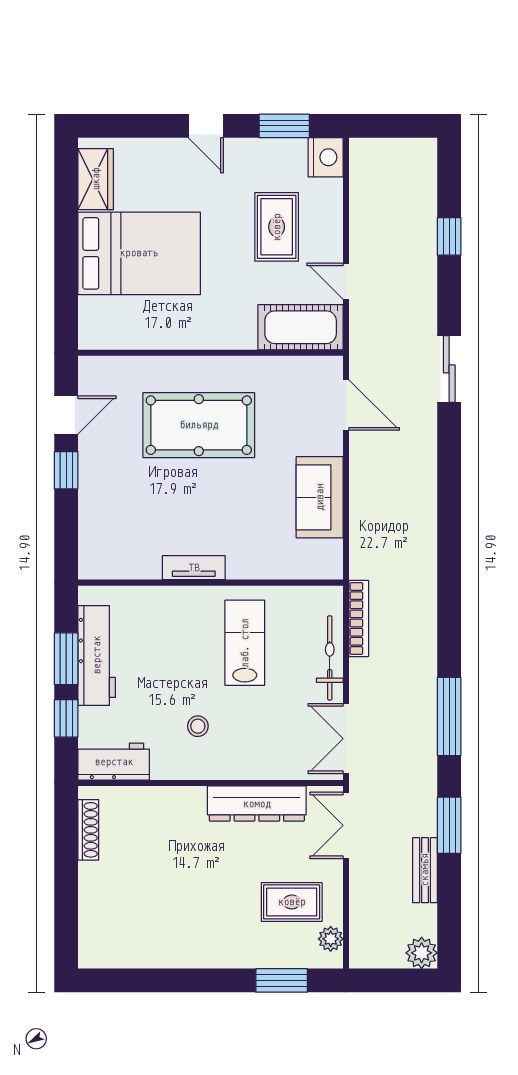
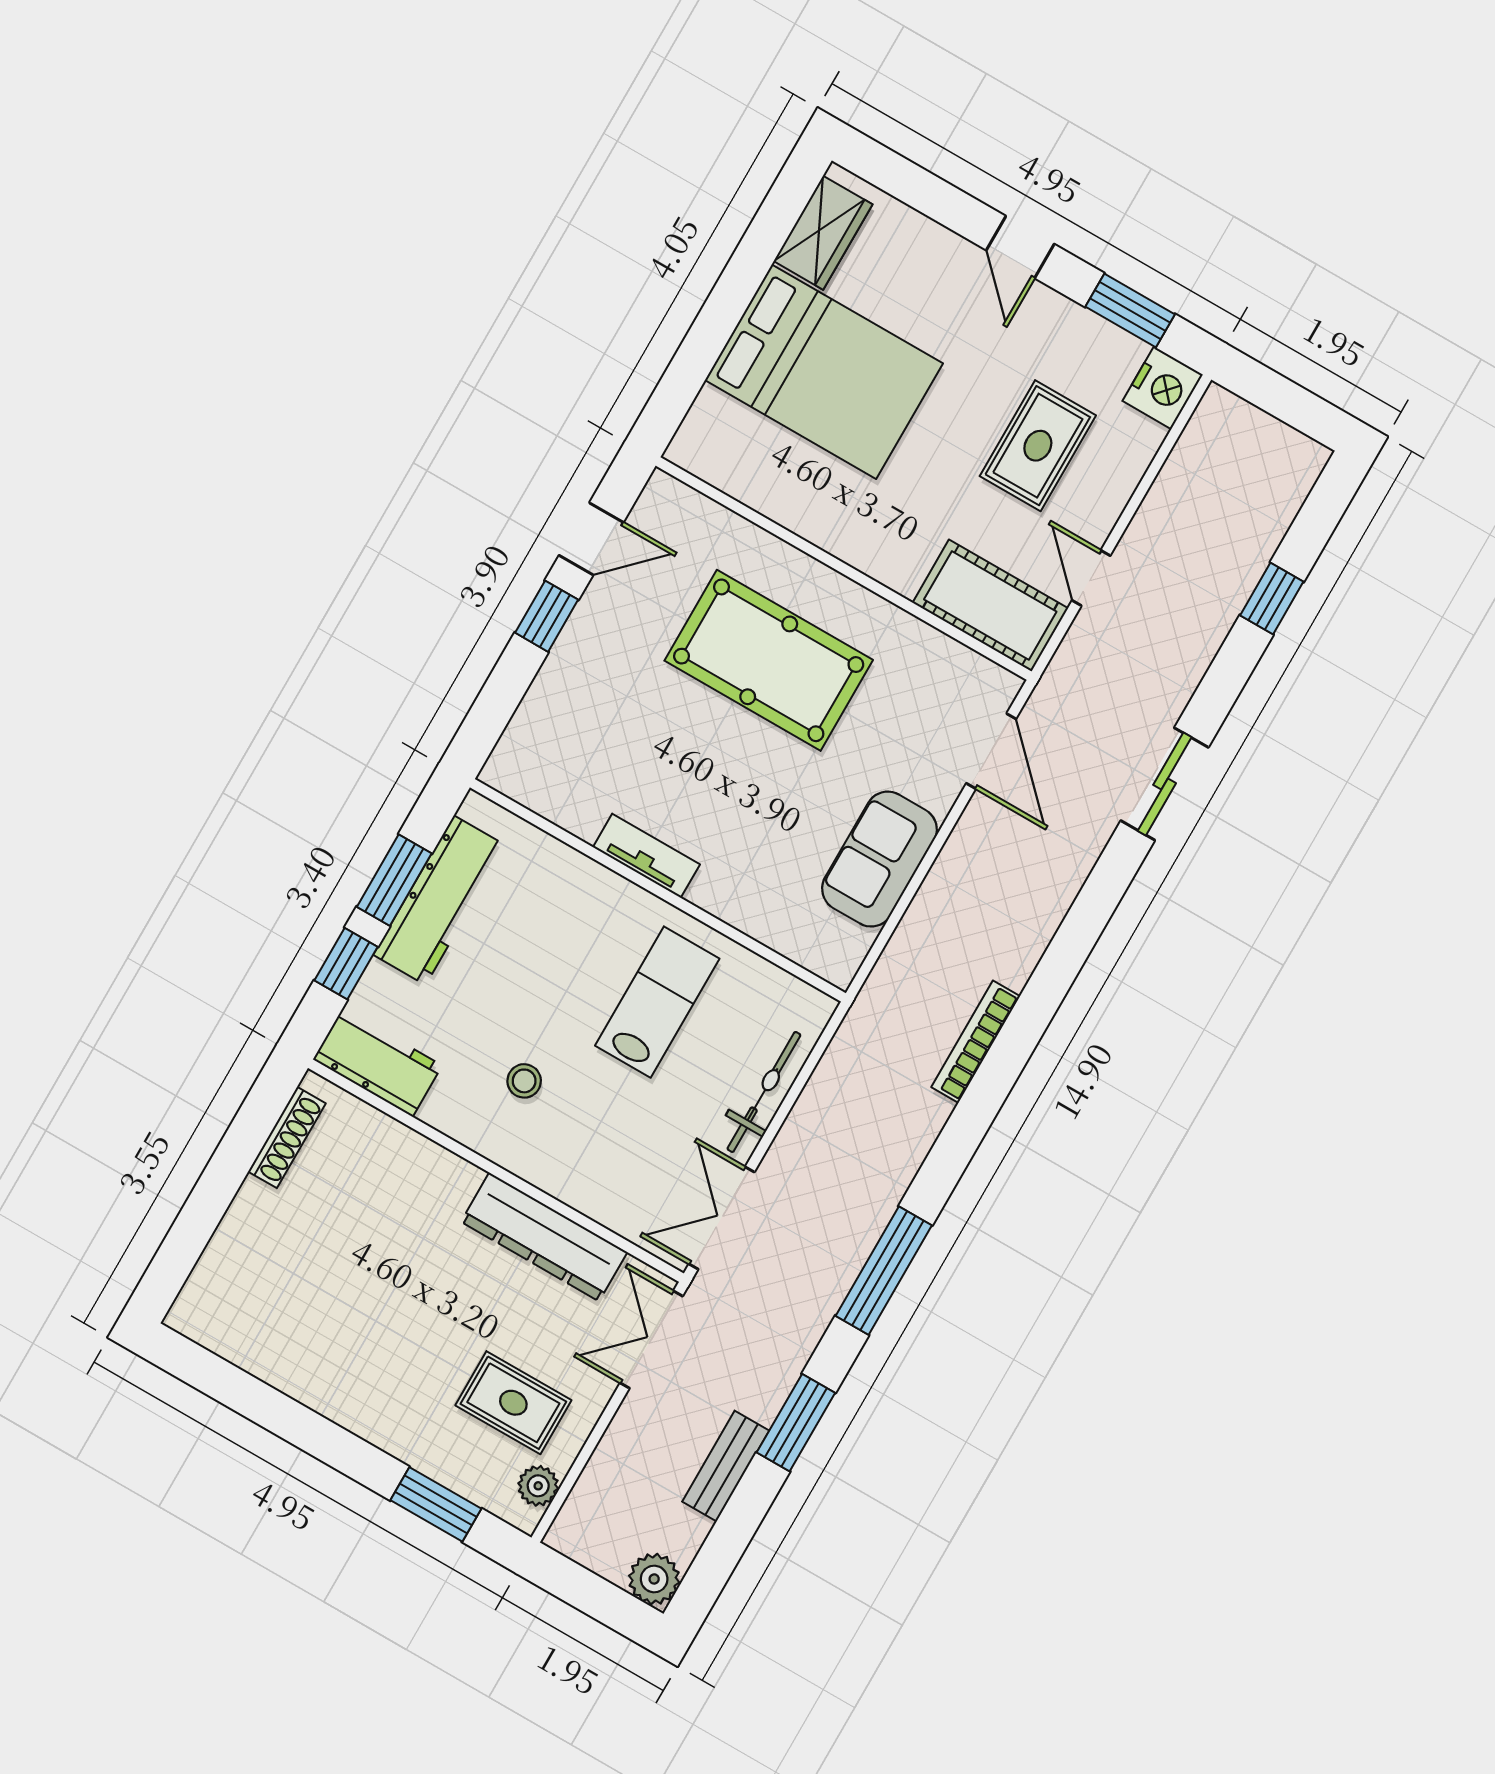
bookcase: (359, 618) -> (976, 1042), moved, turned 180

